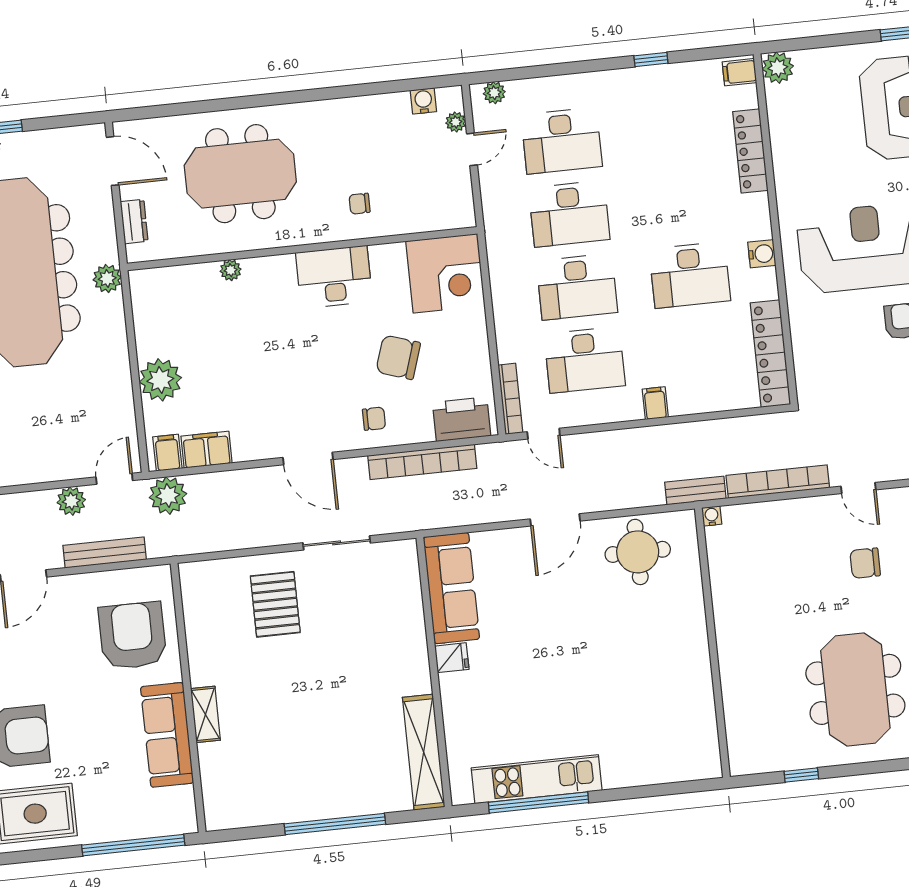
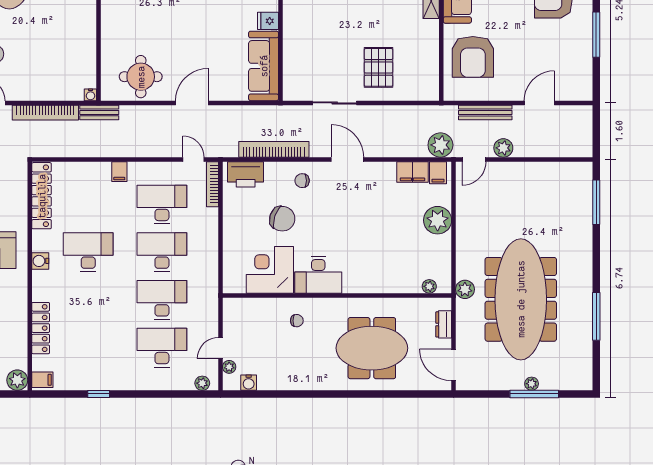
plant: (231, 270) -> (429, 286), moved
corner desk: (445, 273) -> (270, 270), moved

